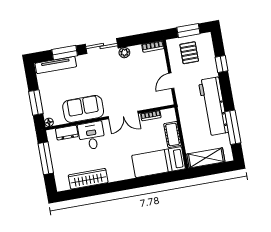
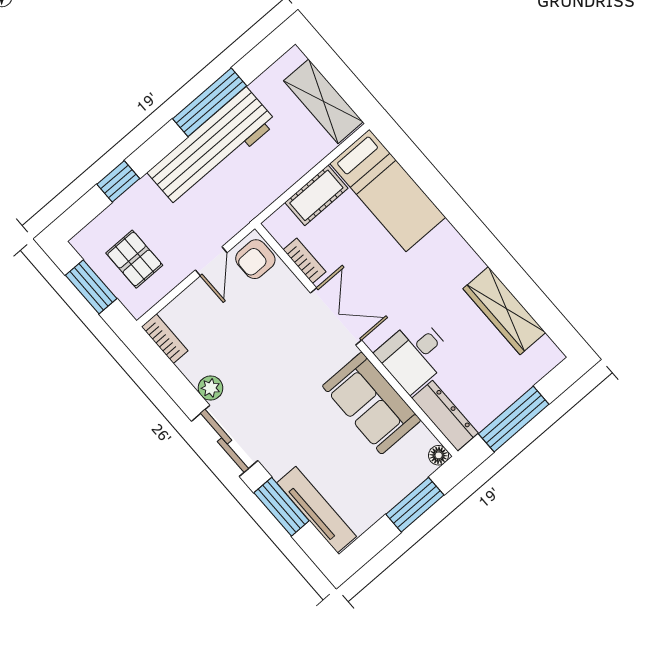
pallet: (189, 53) -> (134, 259), turned 90
door: (171, 81) -> (211, 261), hinge flipped
armchair: (162, 98) -> (255, 259), added
window: (233, 127) -> (210, 102), moved
dresser: (67, 133) -> (445, 416), width x1.44

